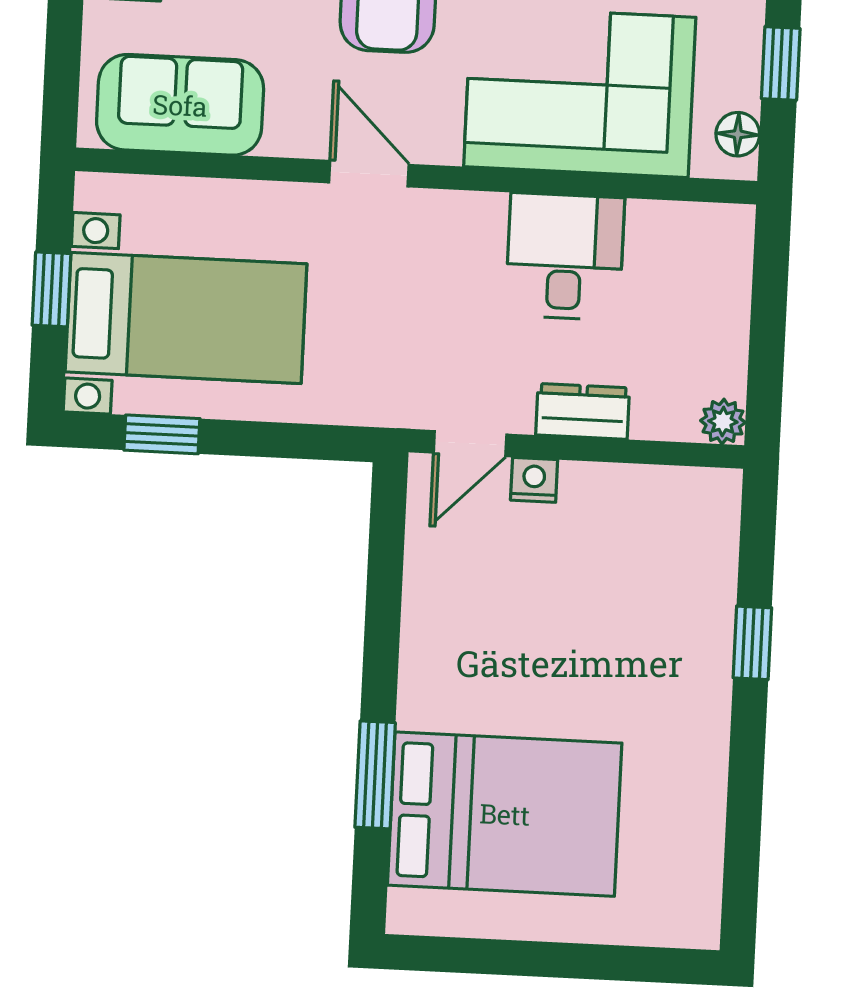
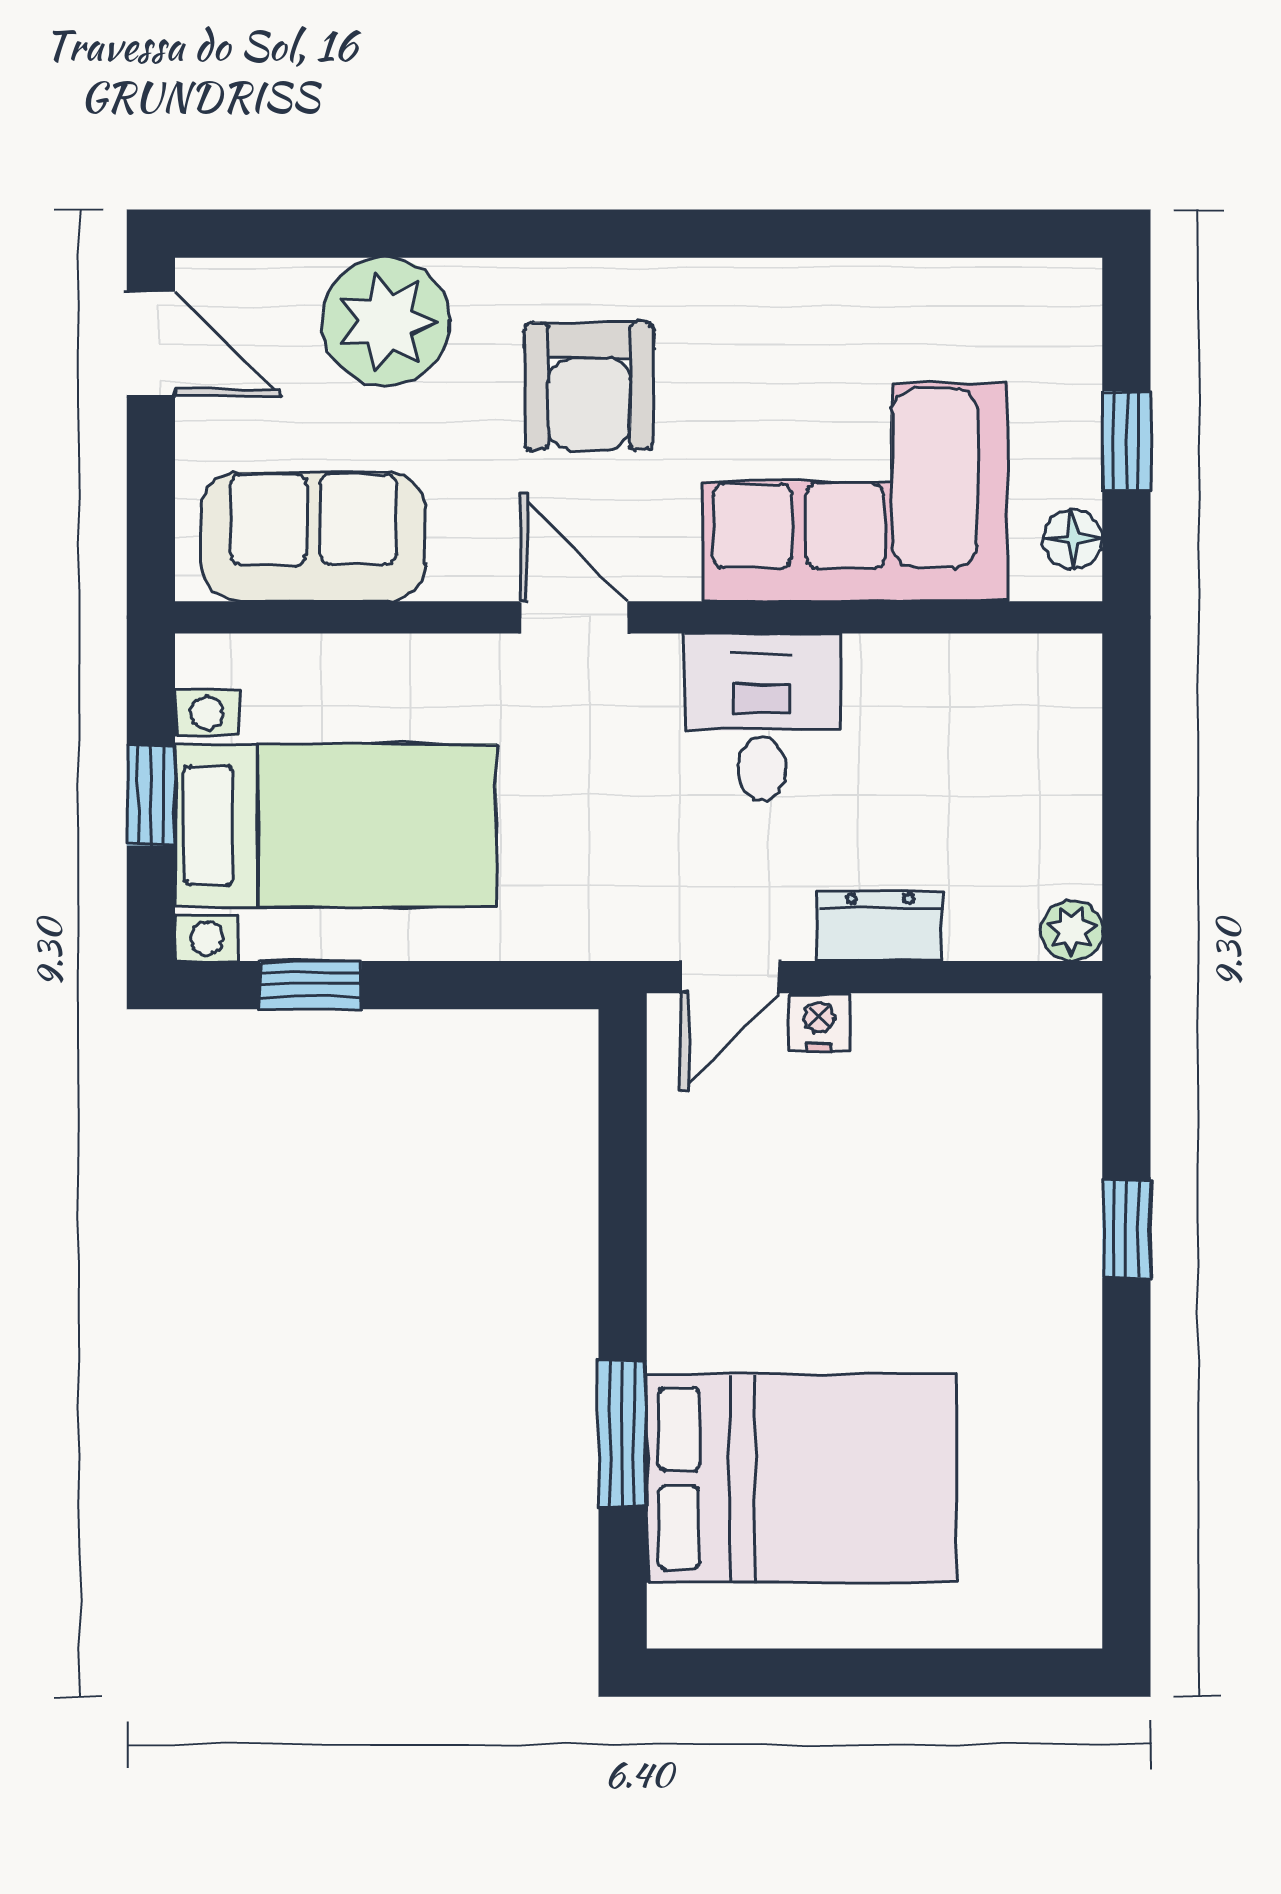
desk: (565, 257) -> (762, 717), moved

